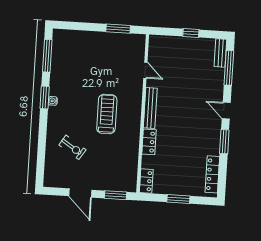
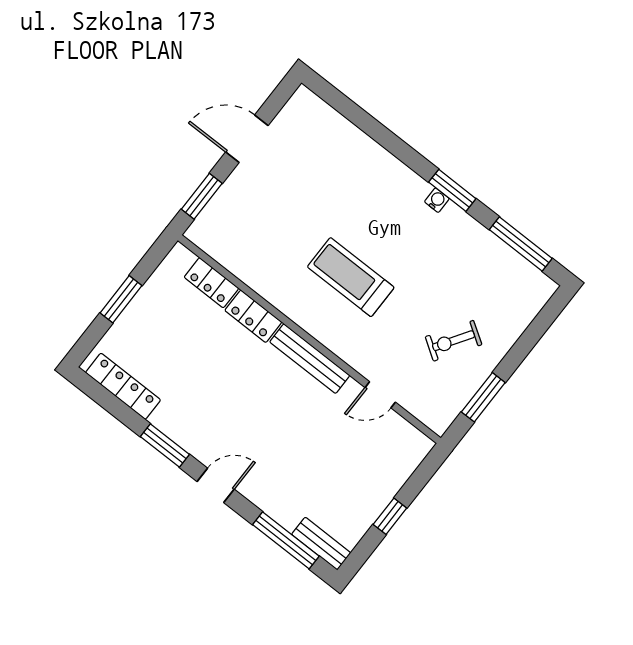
treadmill: (107, 114) -> (351, 277), turned 180
exercise bike: (72, 147) -> (454, 341), moved
locker: (146, 181) -> (211, 283), moved

